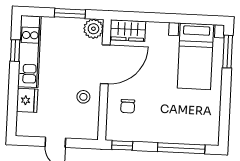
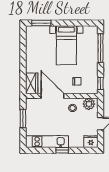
plant: (93, 29) -> (89, 104), moved
window: (15, 51) -> (62, 150), moved
bed with nightstands: (195, 56) -> (66, 45), moved, turned 90
fridge: (27, 100) -> (91, 142), moved

